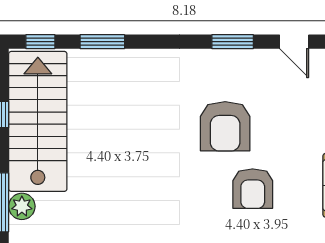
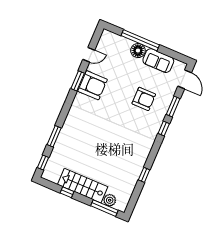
stairs: (38, 121) -> (83, 186), width x0.73, depth x0.66
armchair: (225, 126) -> (93, 85), moved

